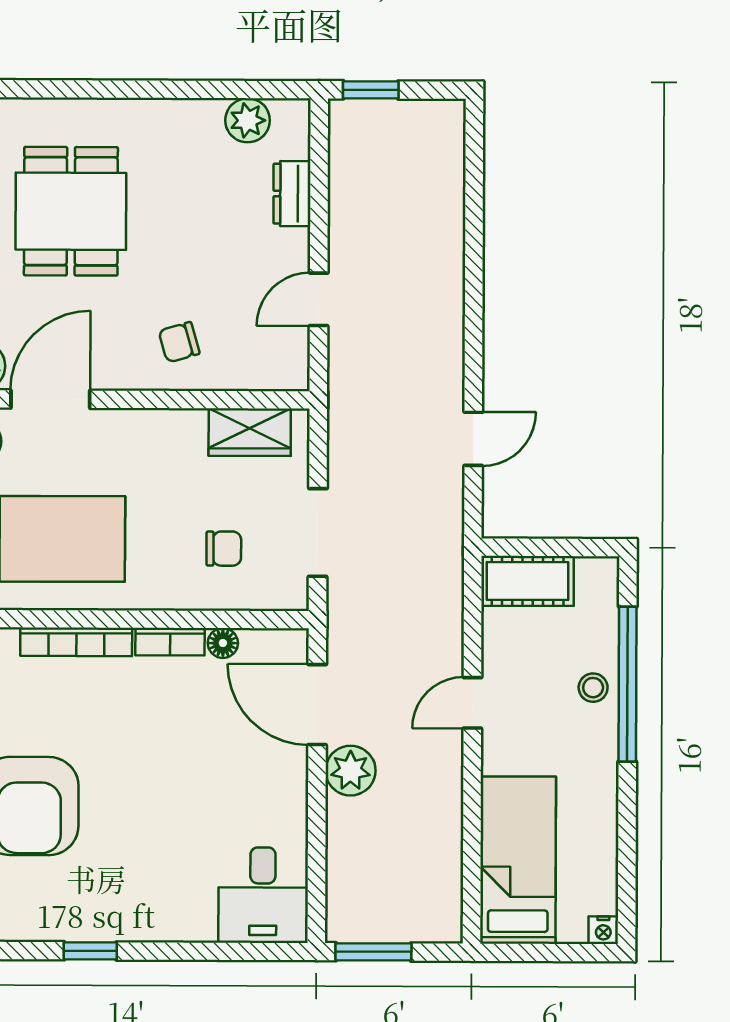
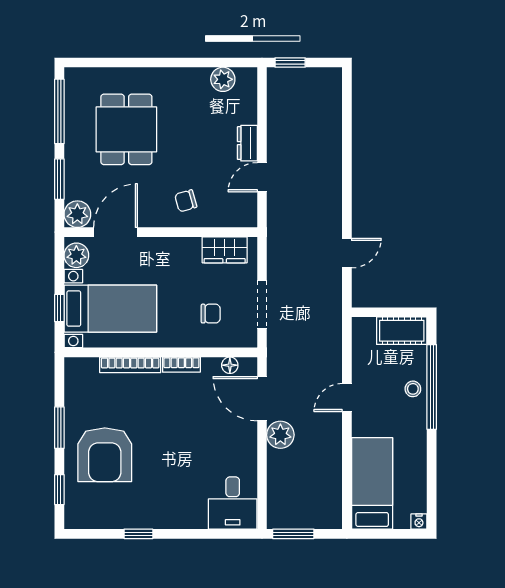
dresser: (292, 194) -> (247, 143), moved
cot: (527, 581) -> (402, 331), moved
floor lamp: (223, 643) -> (230, 365), moved

